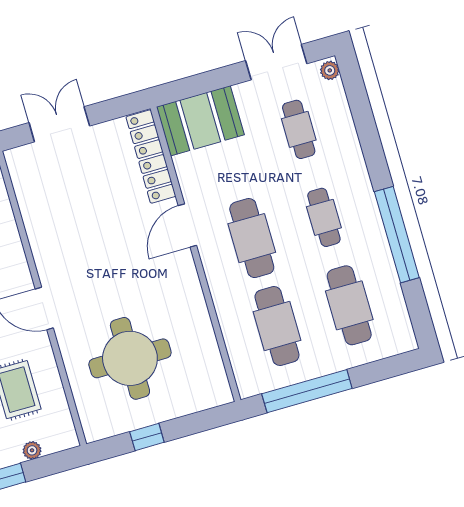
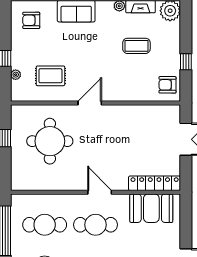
booth: (200, 121) -> (151, 208), moved, turned 90
door: (187, 225) -> (100, 192), moved

